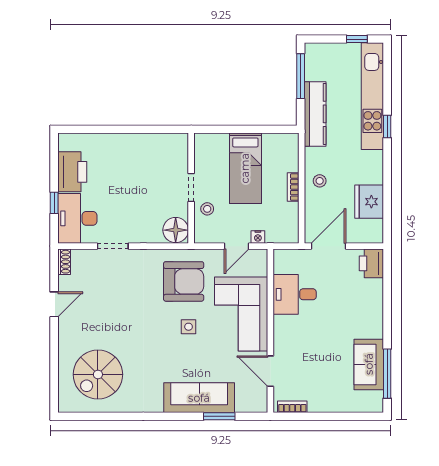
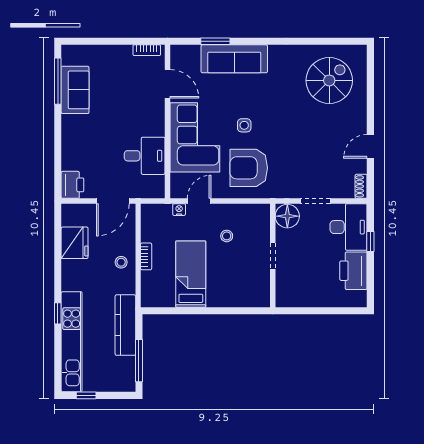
doorway: (191, 188) -> (273, 256), moved
wall: (191, 188) -> (273, 255), moved
floor lamp: (176, 230) -> (287, 216), moved

